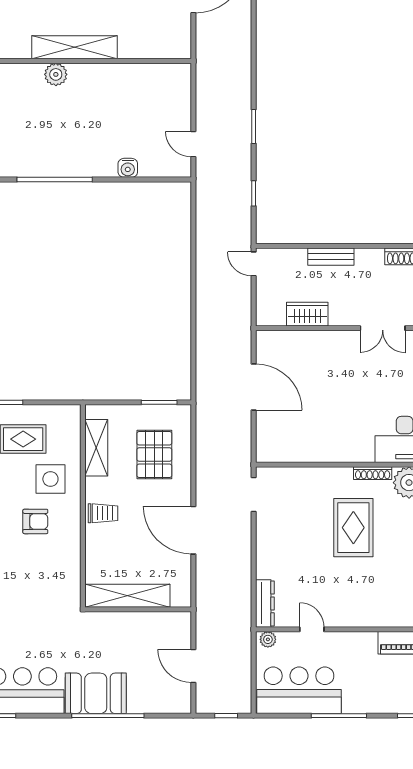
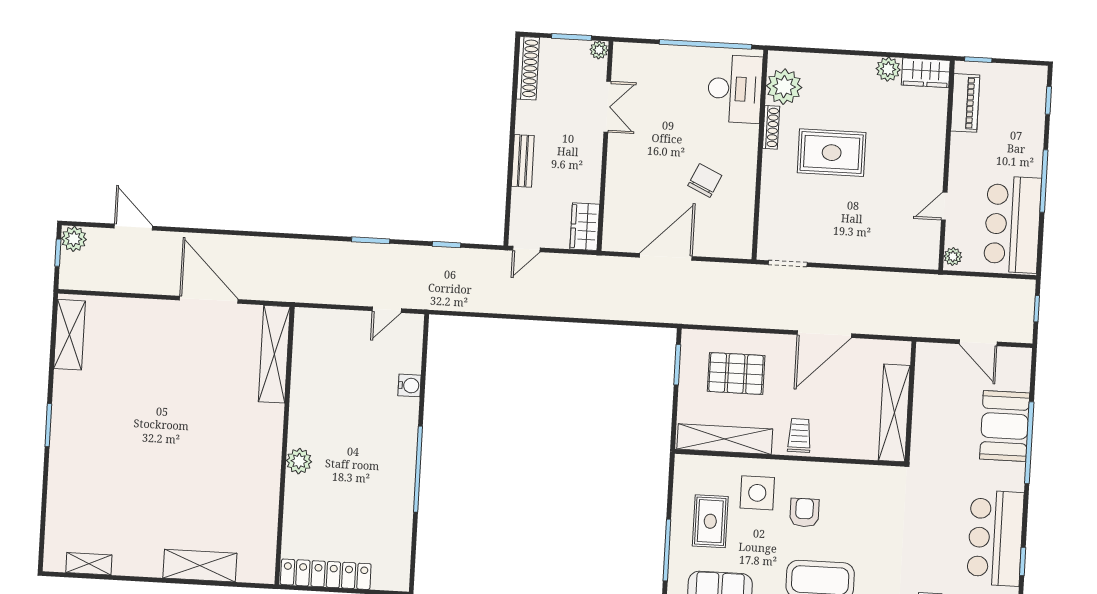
shelving: (74, 47) -> (274, 354), moved
wardrobe: (307, 314) -> (585, 227), moved
chair: (323, 417) -> (705, 180), added
shelving: (96, 448) -> (725, 439), width x1.47
dresser: (265, 603) -> (912, 258), removed
door: (193, 666) -> (978, 343), hinge flipped
booth: (96, 693) -> (1005, 426), moved

